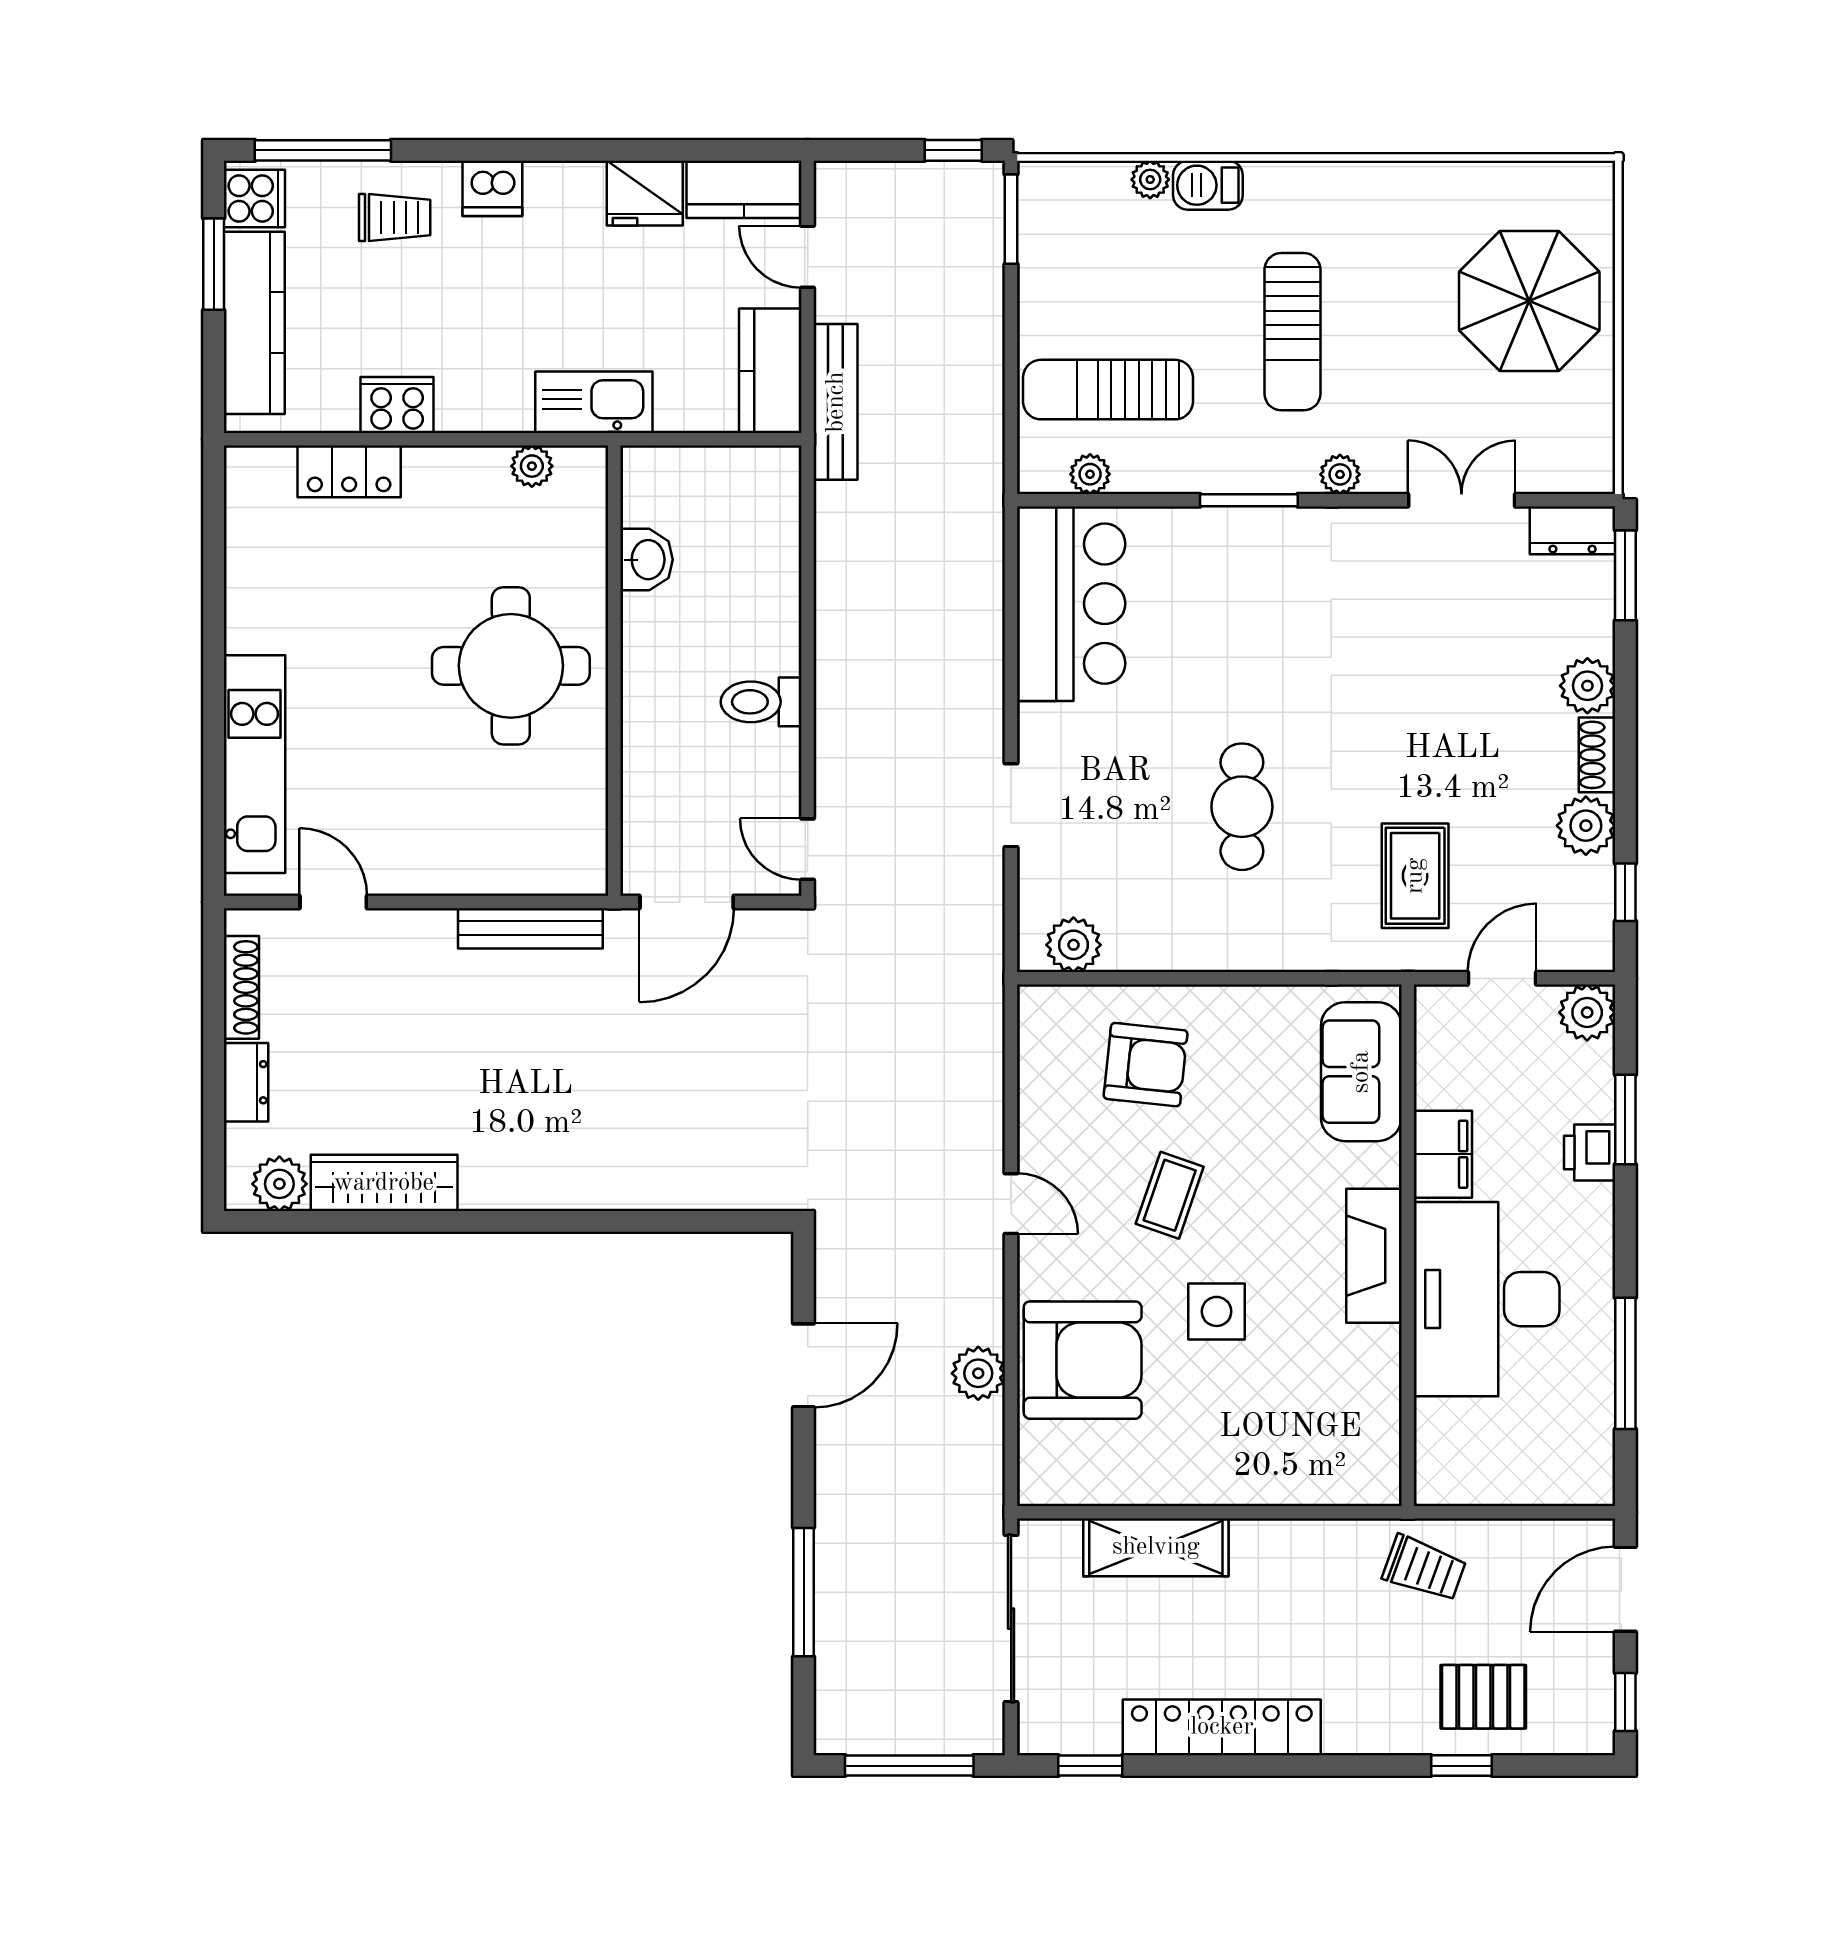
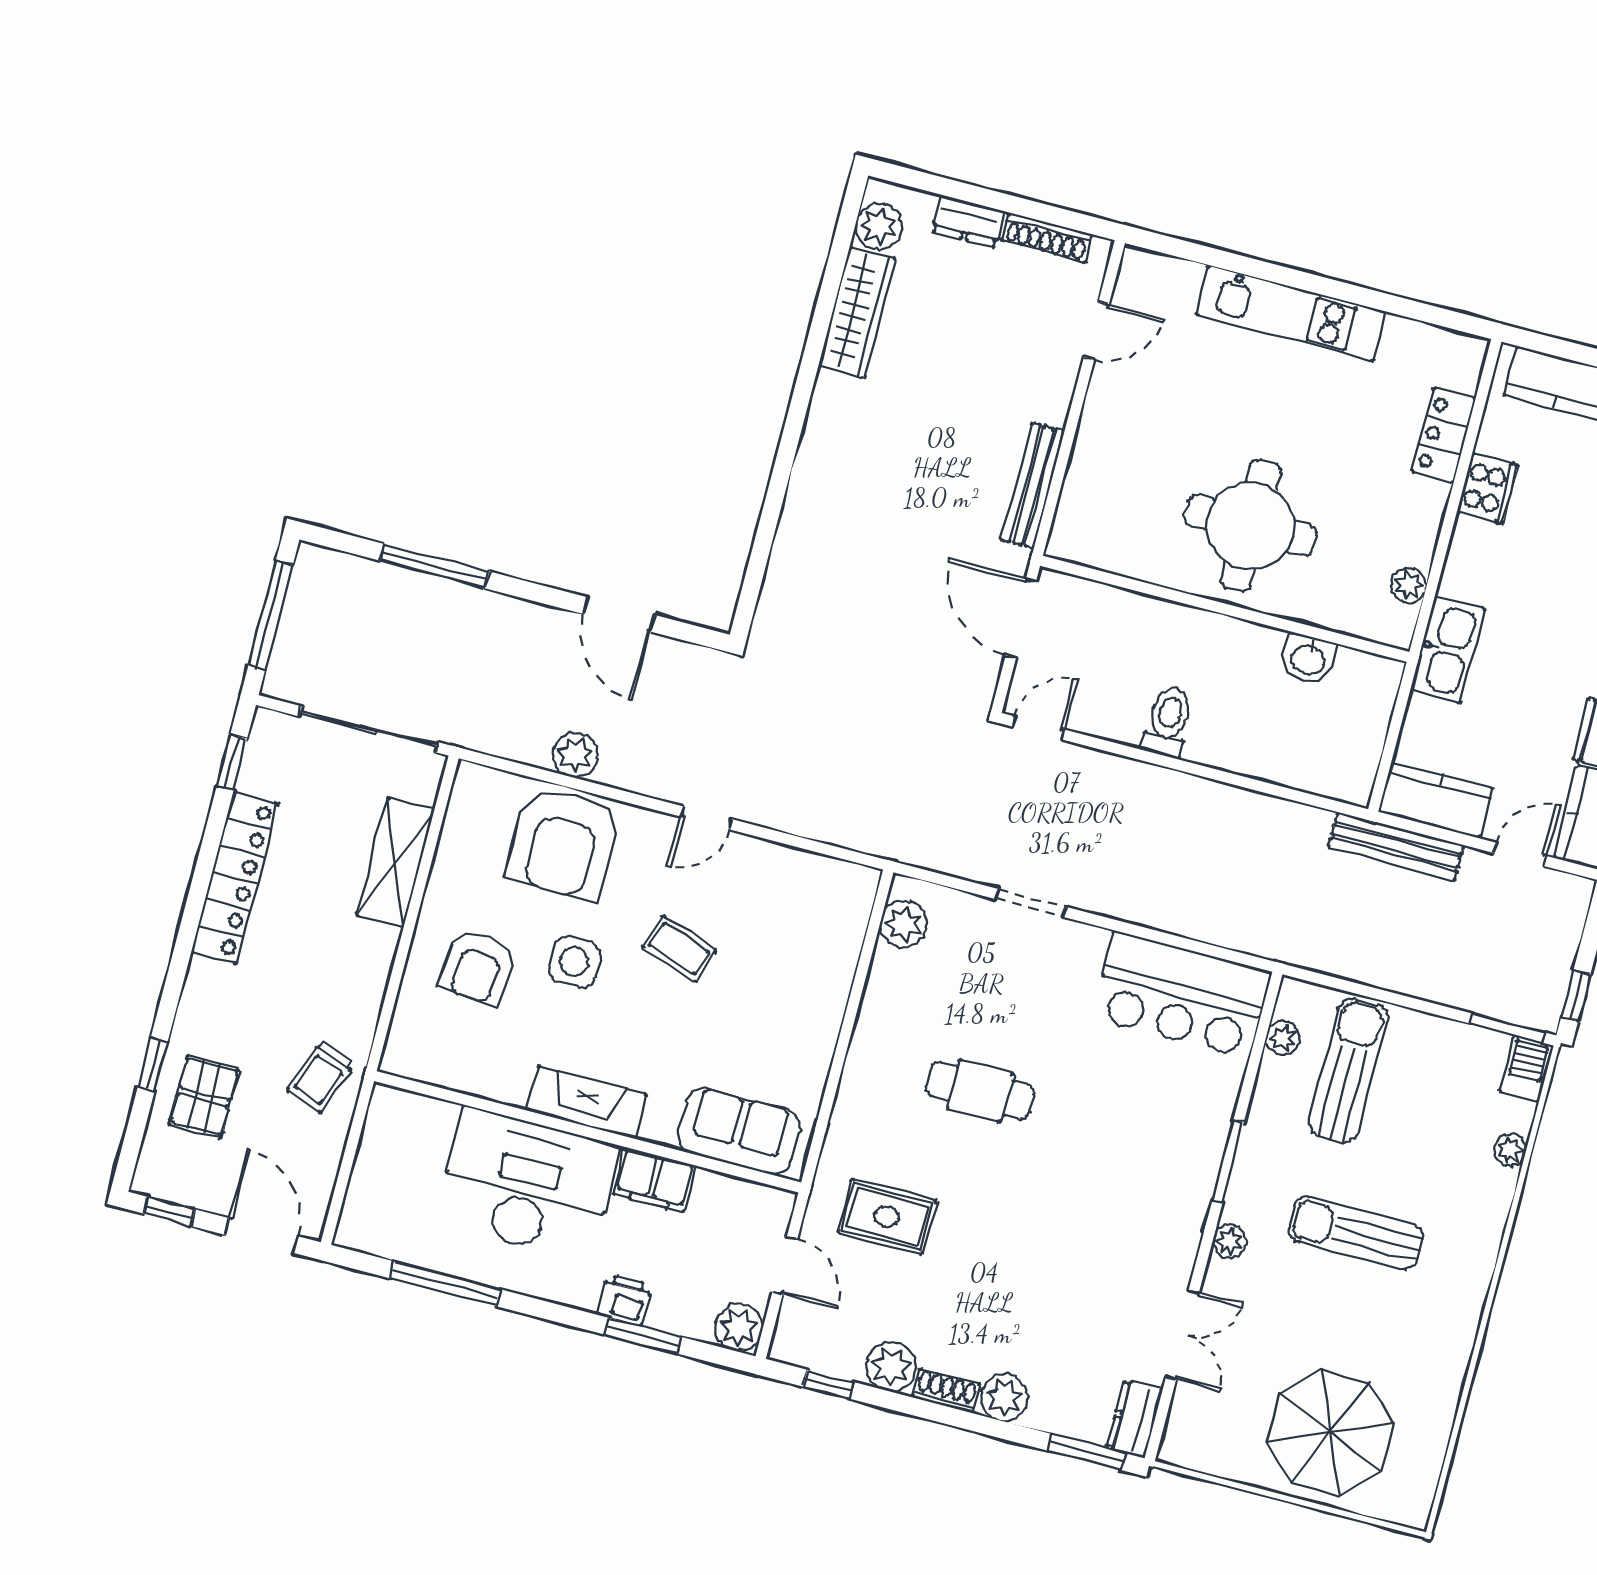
barbecue: (1208, 185) -> (1526, 1069), moved
kitchen unit: (254, 764) -> (1291, 313), moved
armchair: (1146, 1065) -> (478, 967), moved

